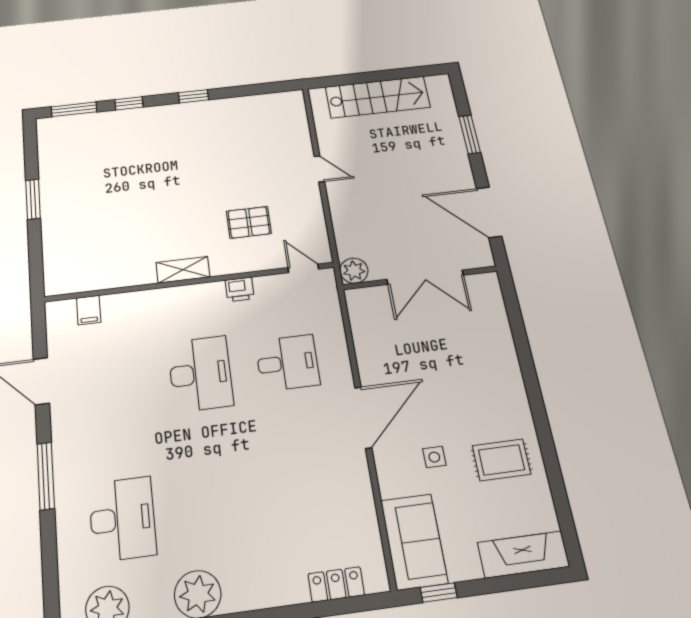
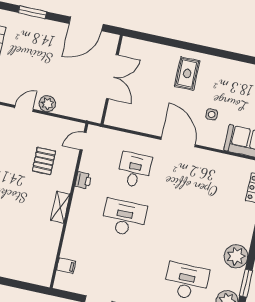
plant: (354, 271) -> (47, 104), moved
rug: (502, 460) -> (187, 73), moved

